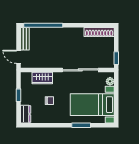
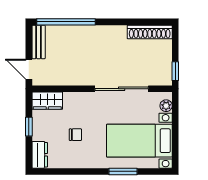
wardrobe: (42, 78) -> (47, 101), moved

